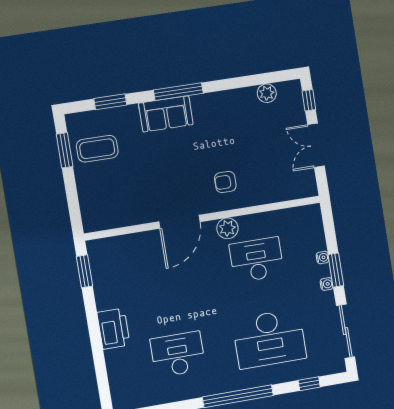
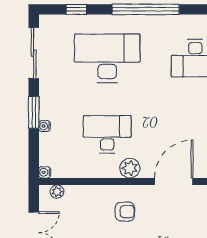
plant: (299, 192) -> (57, 192), added
desk: (257, 260) -> (107, 134), turned 180
water cooler: (327, 284) -> (45, 172), moved

